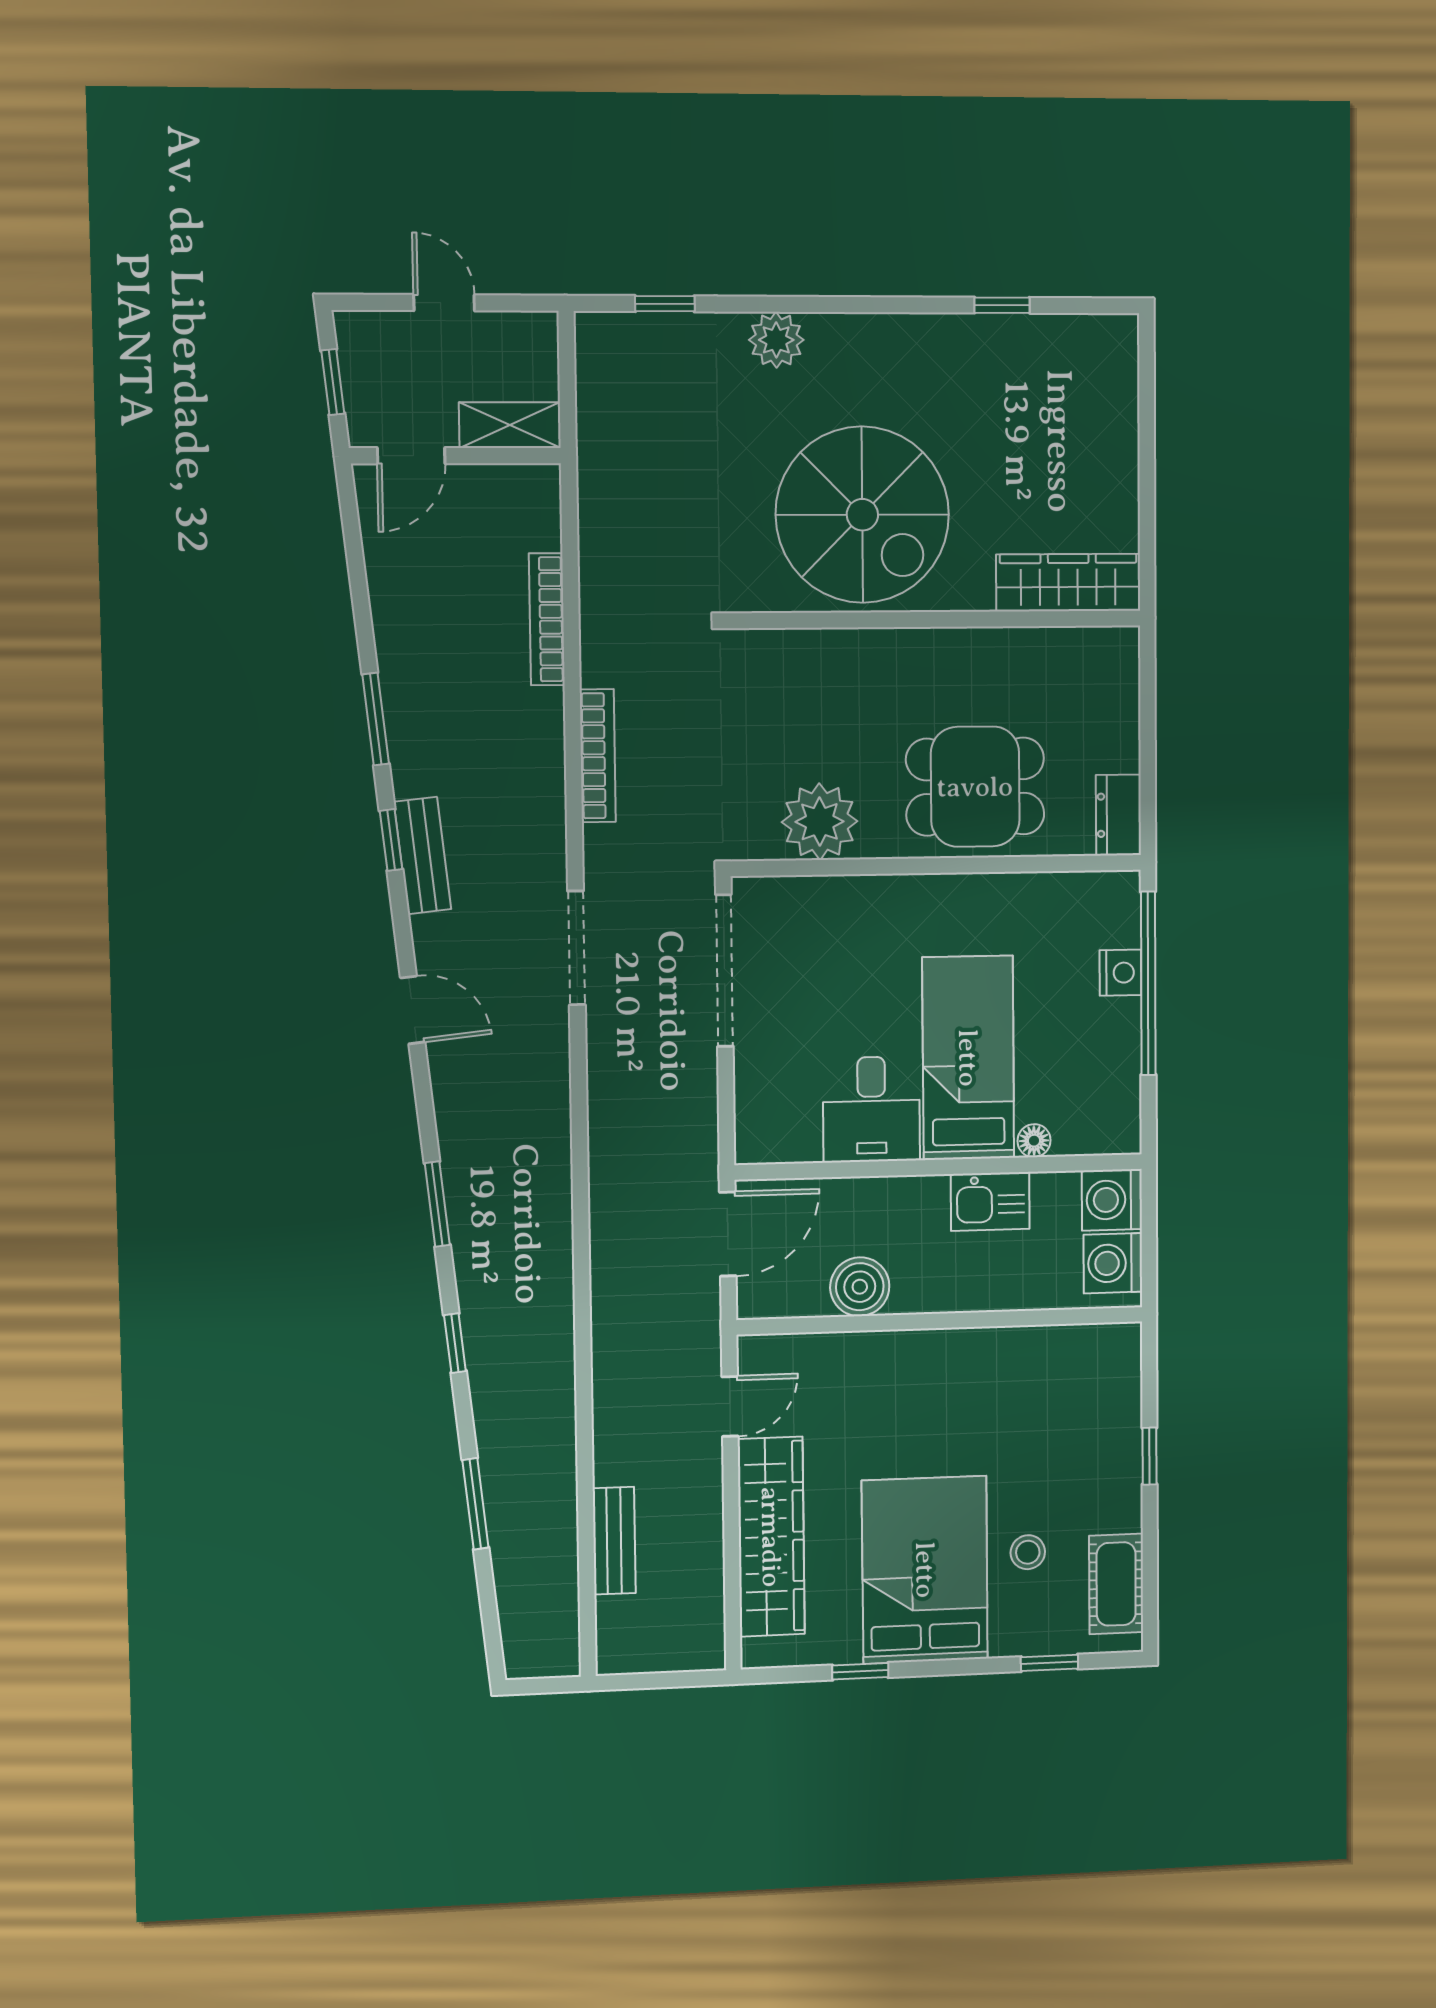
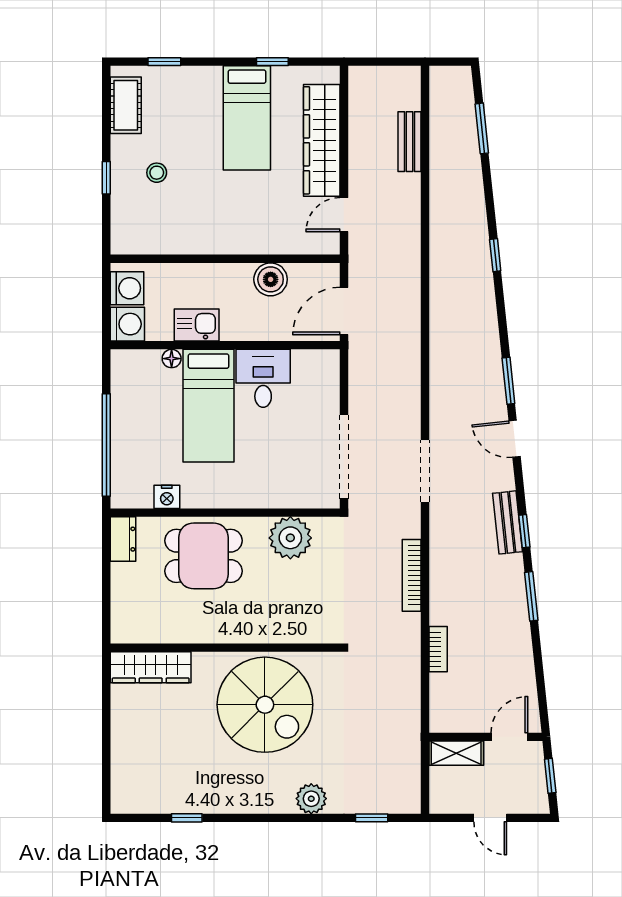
spiral stairs: (862, 515) -> (265, 705), turned 180
bookcase: (547, 619) -> (438, 649), width x0.64
nightstand: (1120, 973) -> (167, 497), moved, turned -90
window: (437, 1204) -> (508, 381), moved
window: (475, 1504) -> (482, 128), moved
stool: (1028, 1552) -> (157, 173), moved
bed: (925, 1570) -> (247, 118), width x0.67

